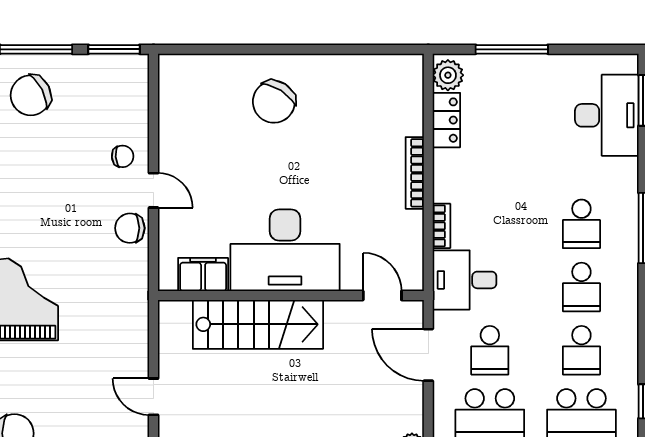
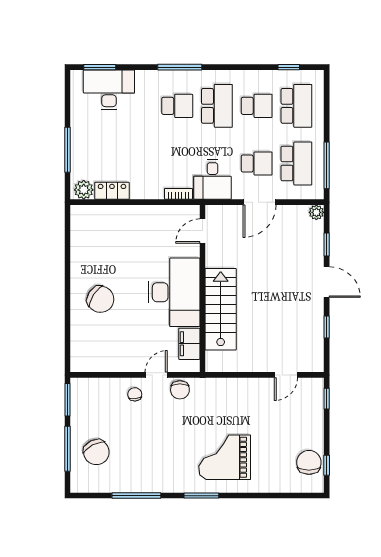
bookcase: (415, 173) -> (145, 211), removed
desk: (285, 250) -> (174, 292), moved
filing cabinet: (203, 275) -> (189, 344), moved
school desk: (581, 287) -> (217, 106), width x1.85
wall: (291, 296) -> (202, 289), moved
door: (382, 296) -> (202, 231), moved
stairs: (258, 324) -> (221, 309), moved

